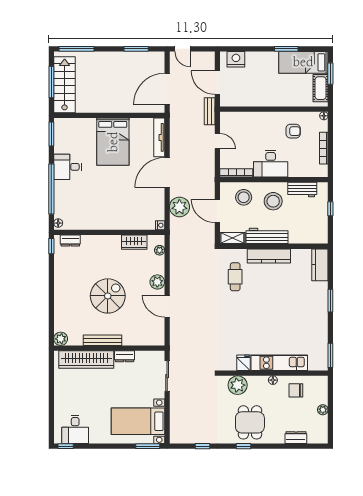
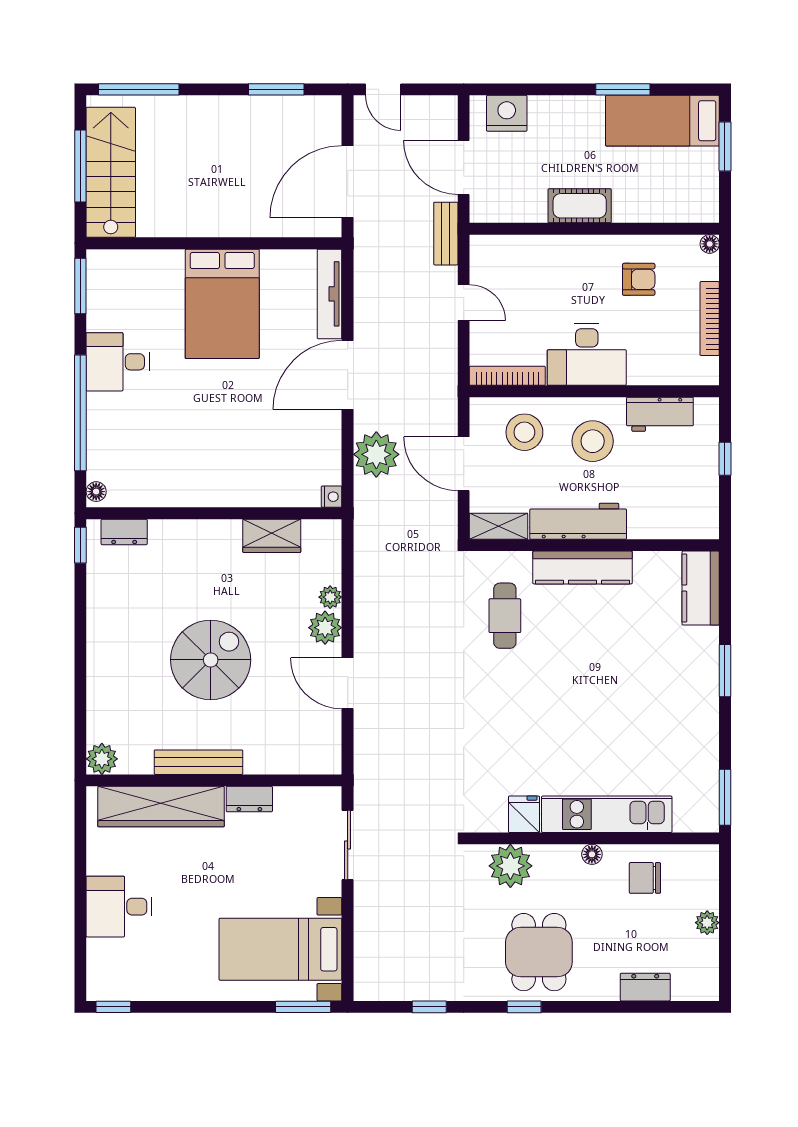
cot: (321, 88) -> (580, 206), moved, turned 90
plant: (160, 250) -> (330, 597), moved
desk: (75, 429) -> (119, 907), moved, turned 90

